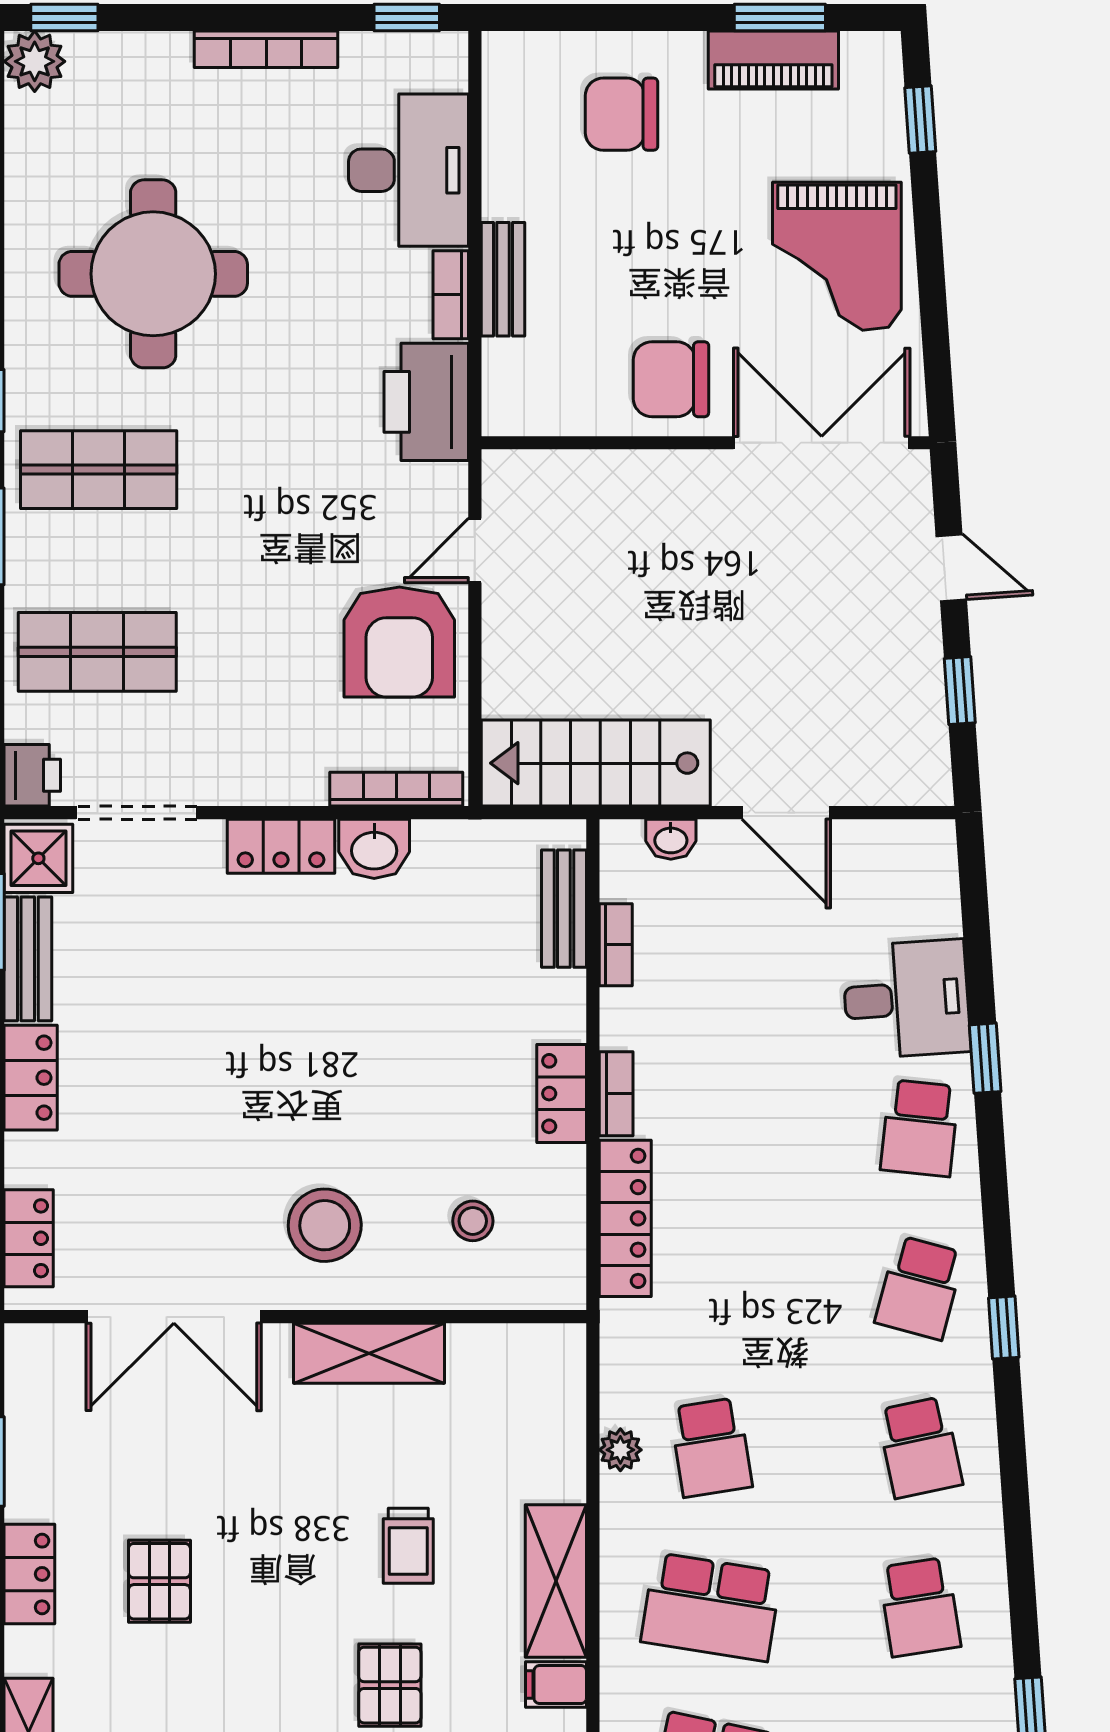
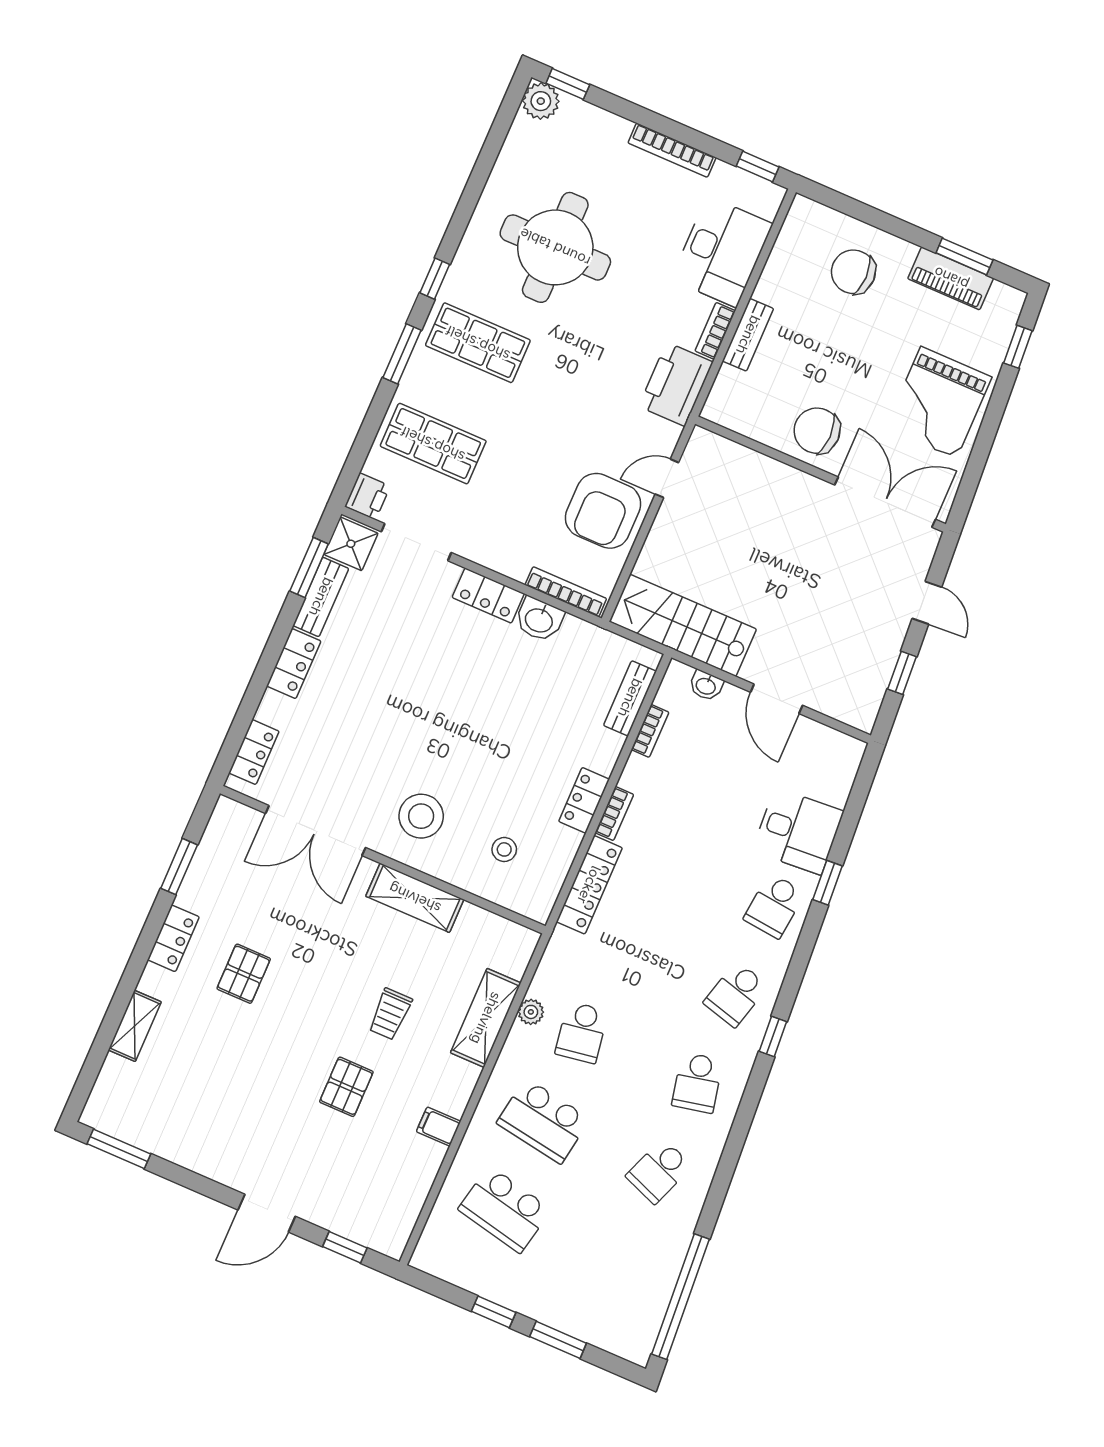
shelving: (556, 1581) -> (486, 1018), moved
school desk: (920, 1607) -> (659, 1171), turned 30

